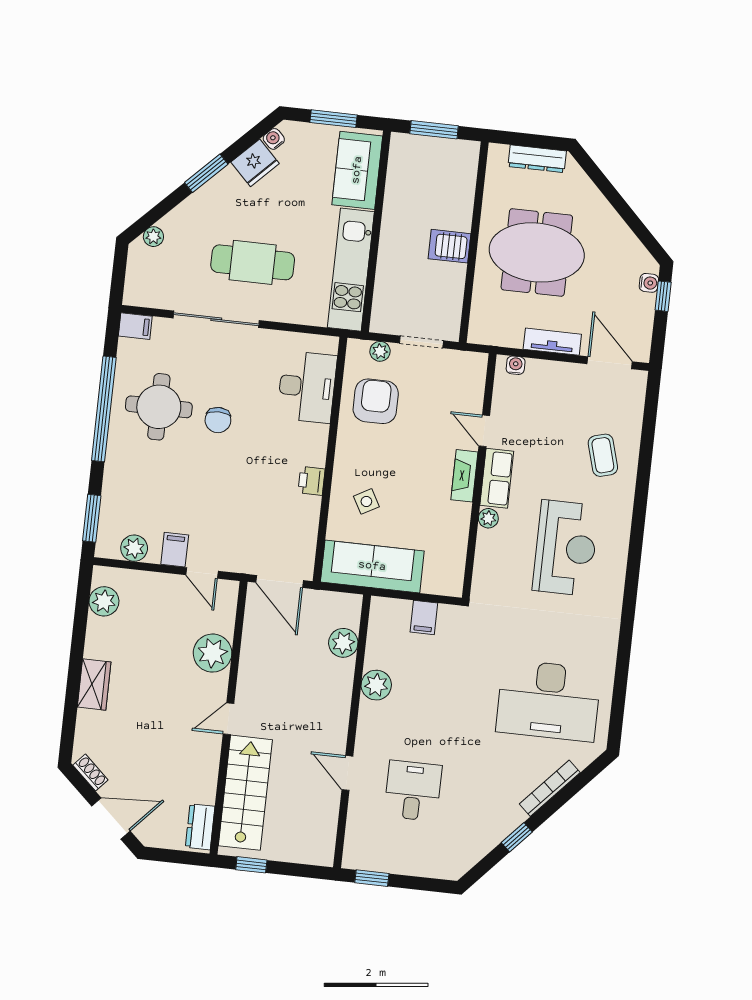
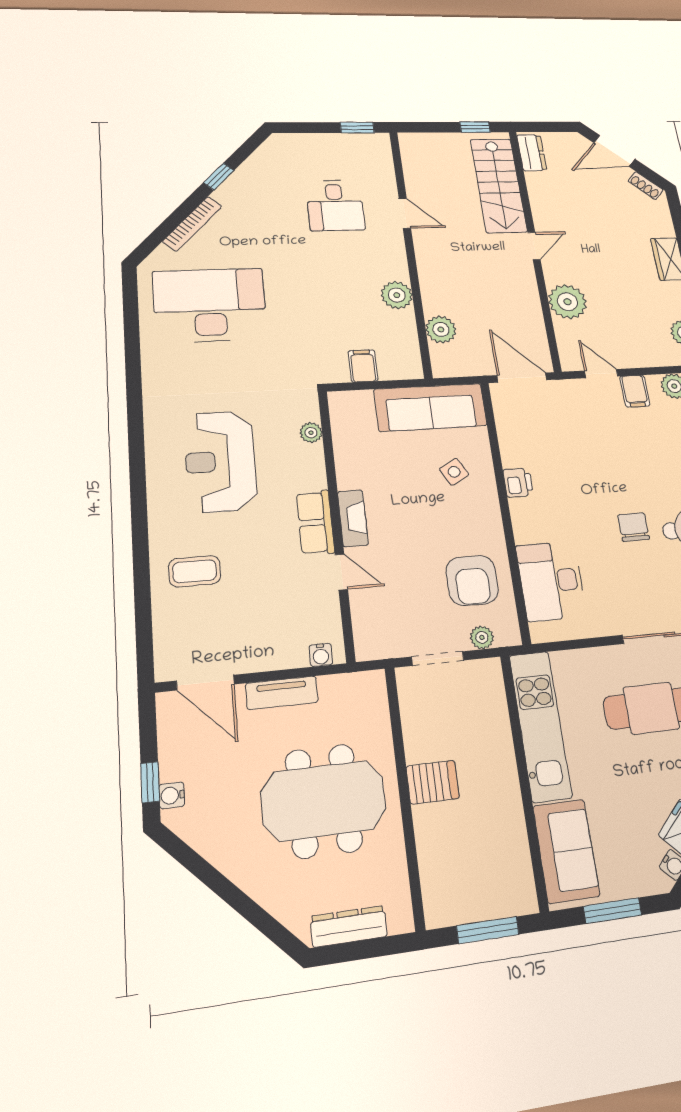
coffee table: (603, 455) -> (195, 571), turned -74
plant: (488, 518) -> (311, 433), moved

